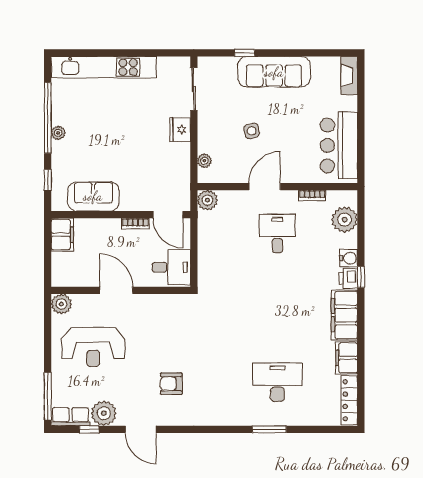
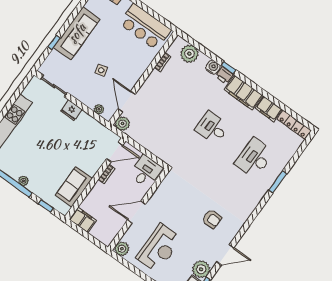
door: (265, 187) -> (127, 101), moved
desk: (277, 234) -> (212, 128), moved
armchair: (171, 384) -> (212, 219), turned -90

